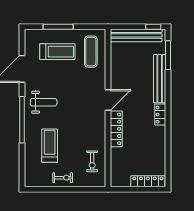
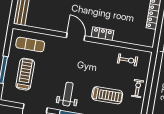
locker: (116, 129) -> (102, 34), width x0.66
treadmill: (50, 146) -> (107, 95), turned 180

